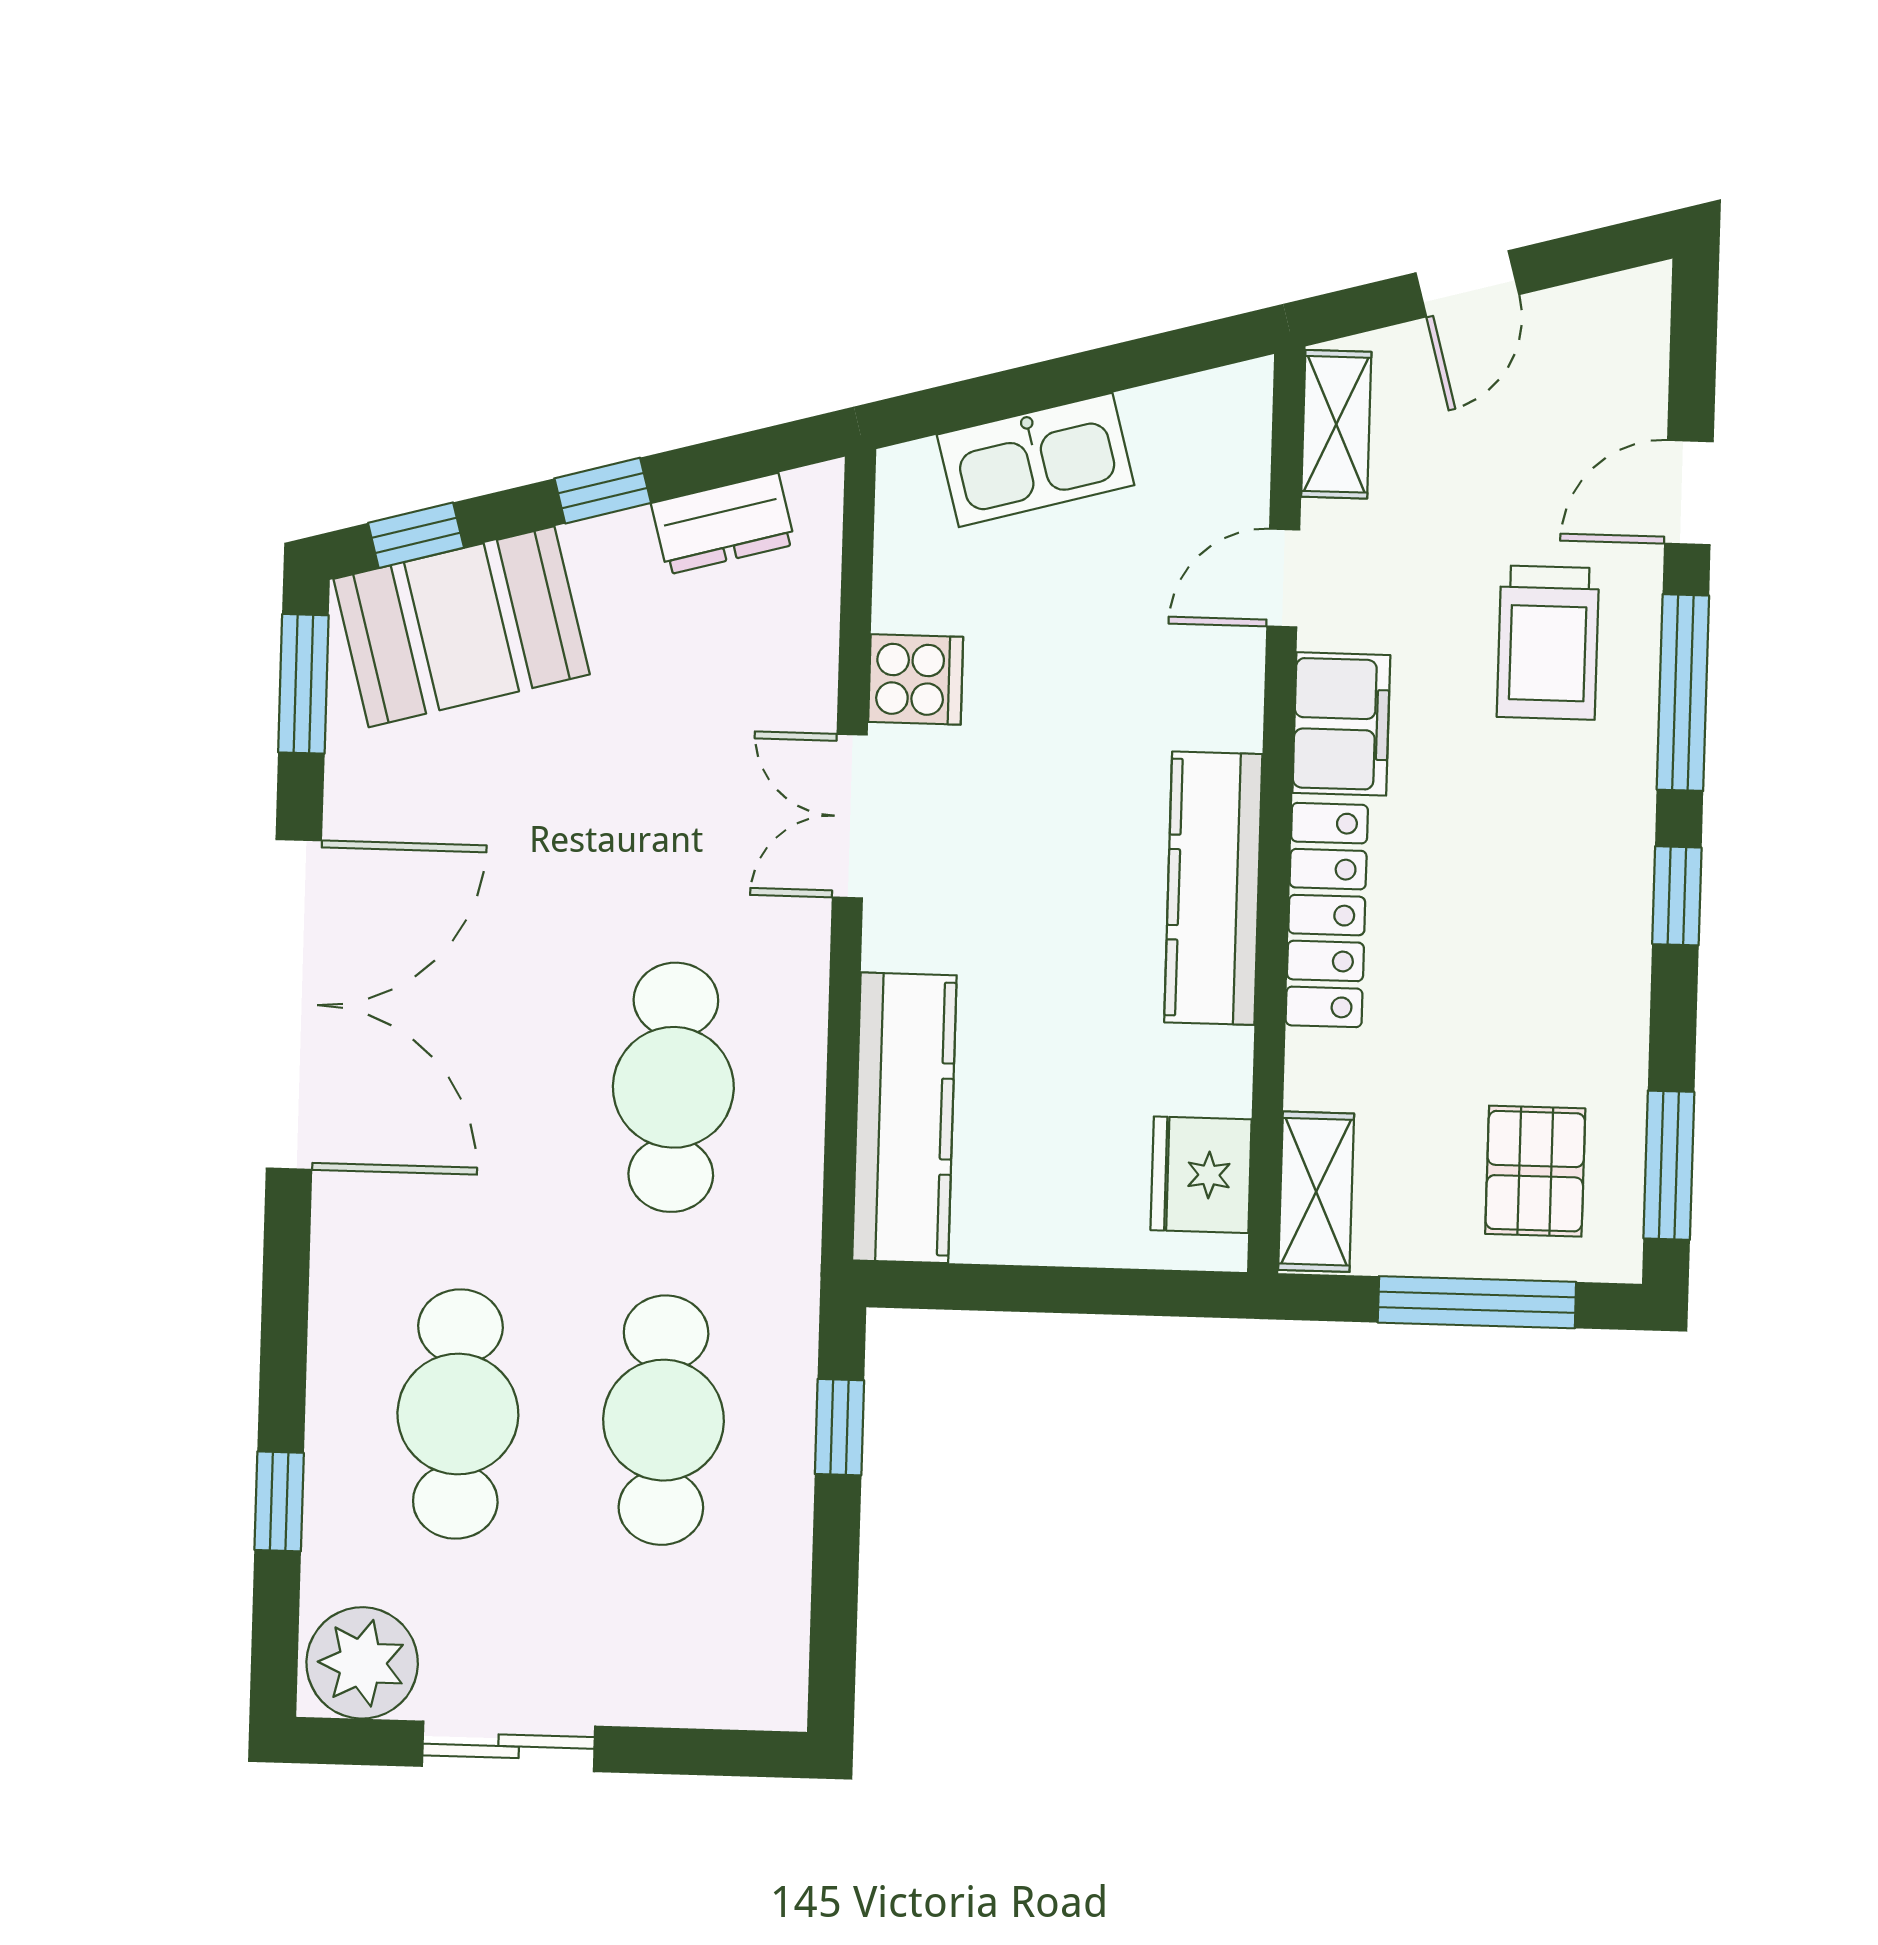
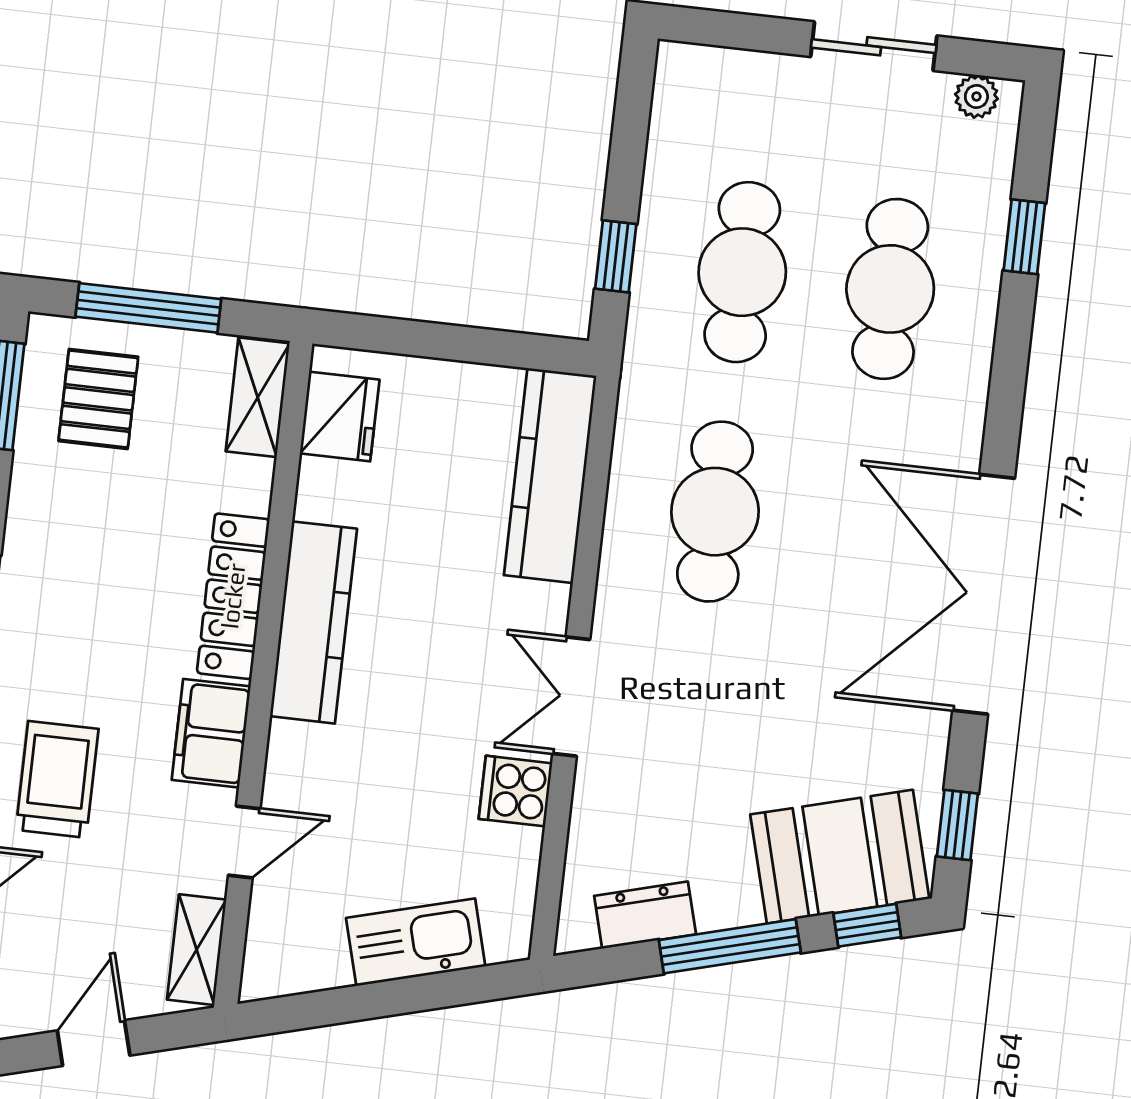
window: (603, 491) -> (730, 946), width x2.17
window: (303, 684) -> (957, 825), width x0.67
double door: (850, 816) -> (571, 697), swing flipped
plant: (362, 1663) -> (976, 96), width x0.53, depth x0.53

